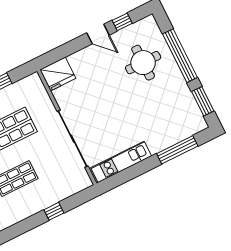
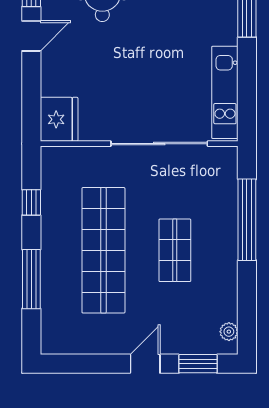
window: (54, 211) -> (247, 220), width x3.17

